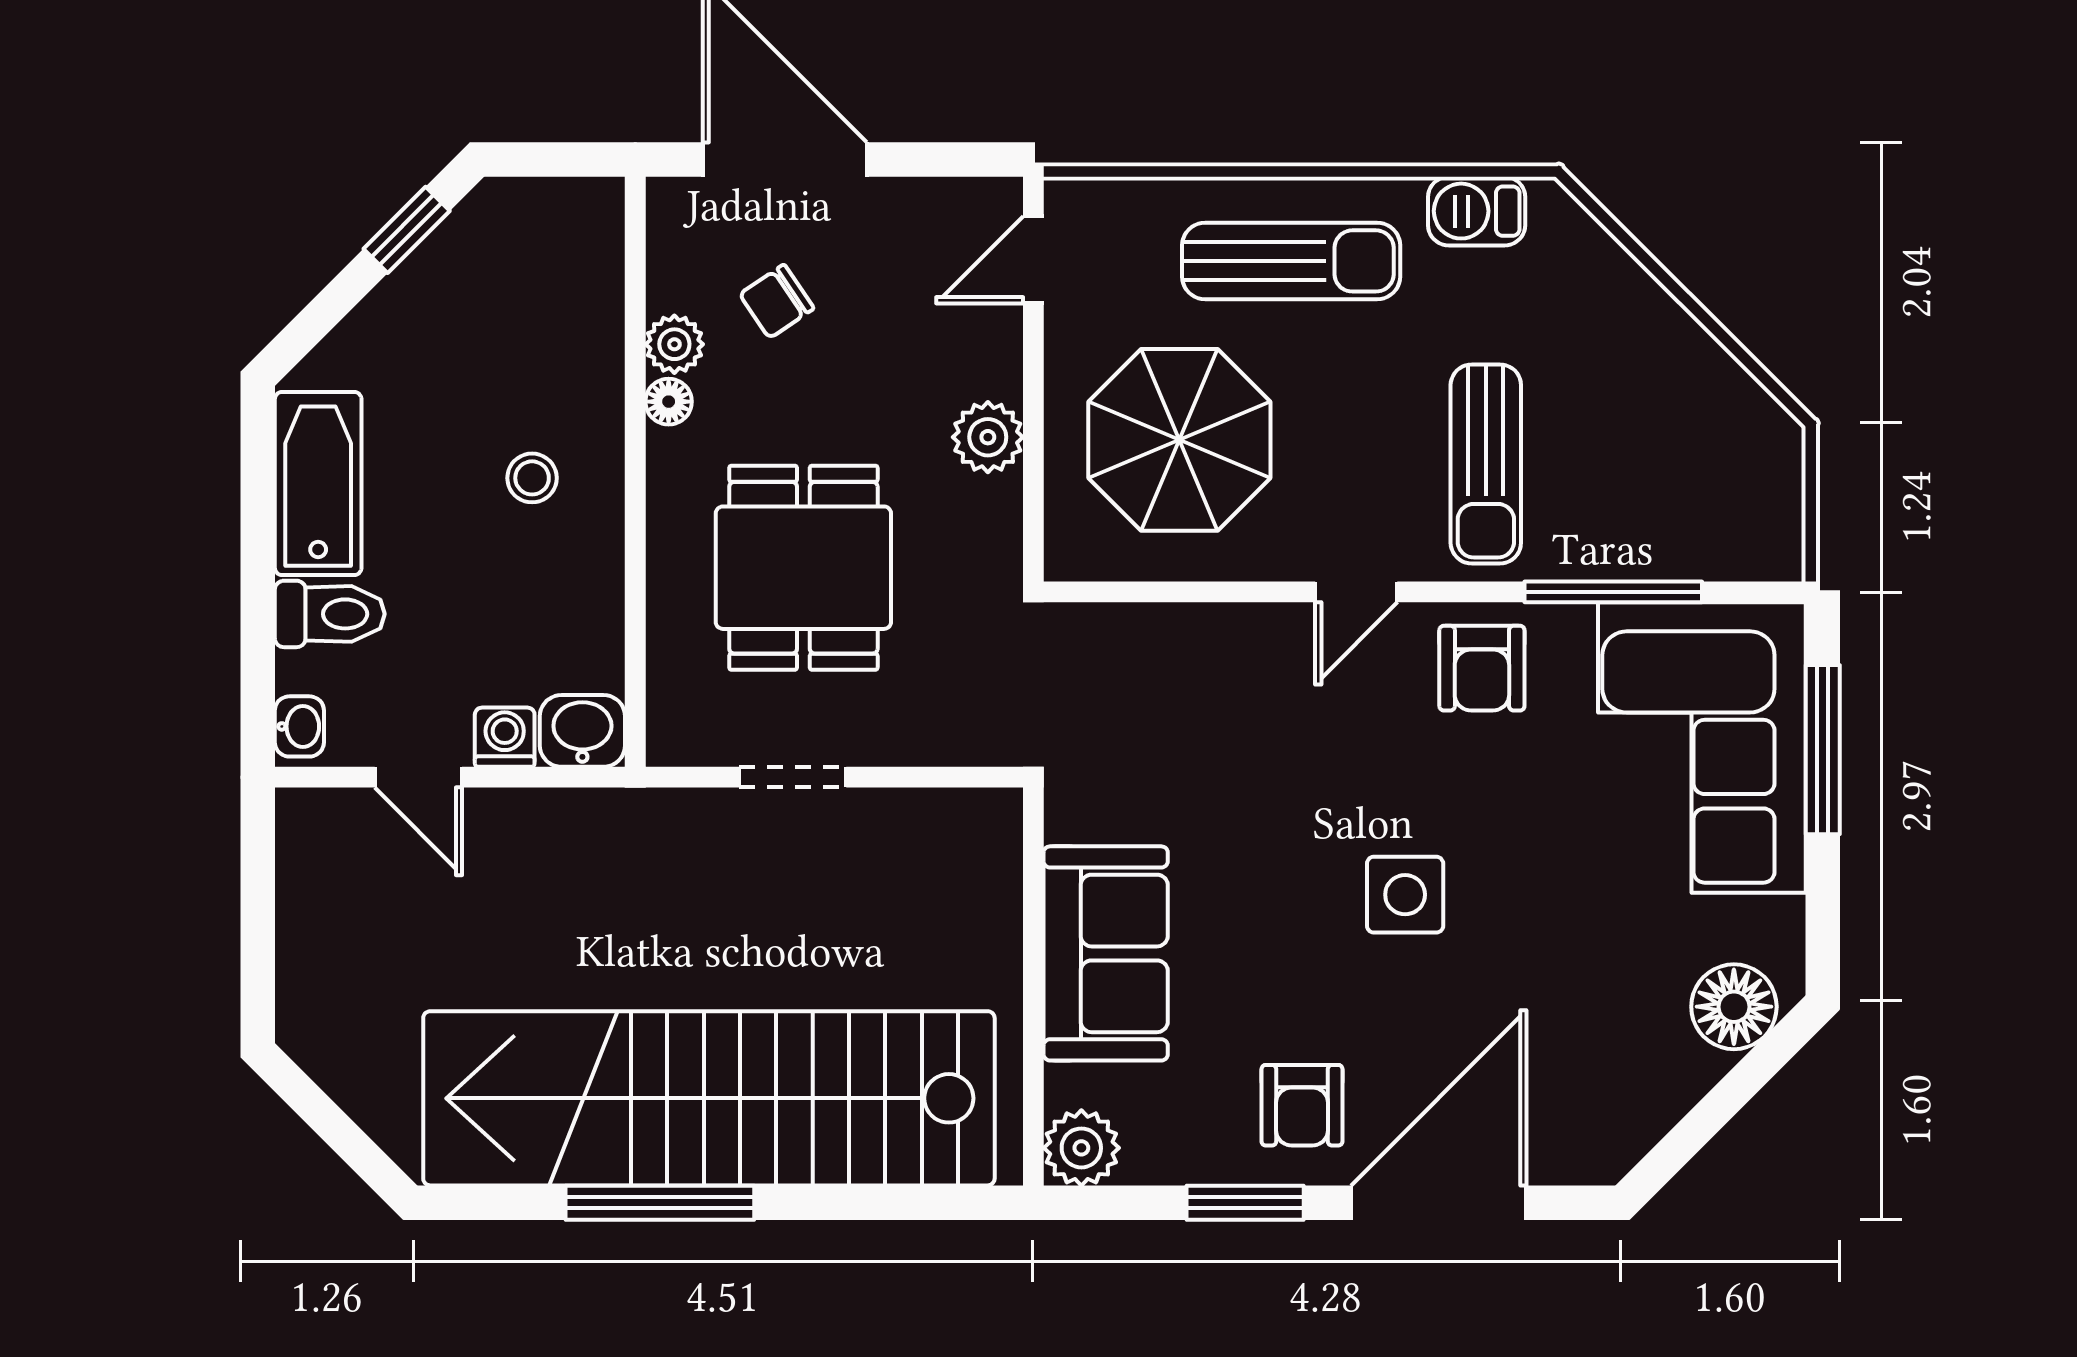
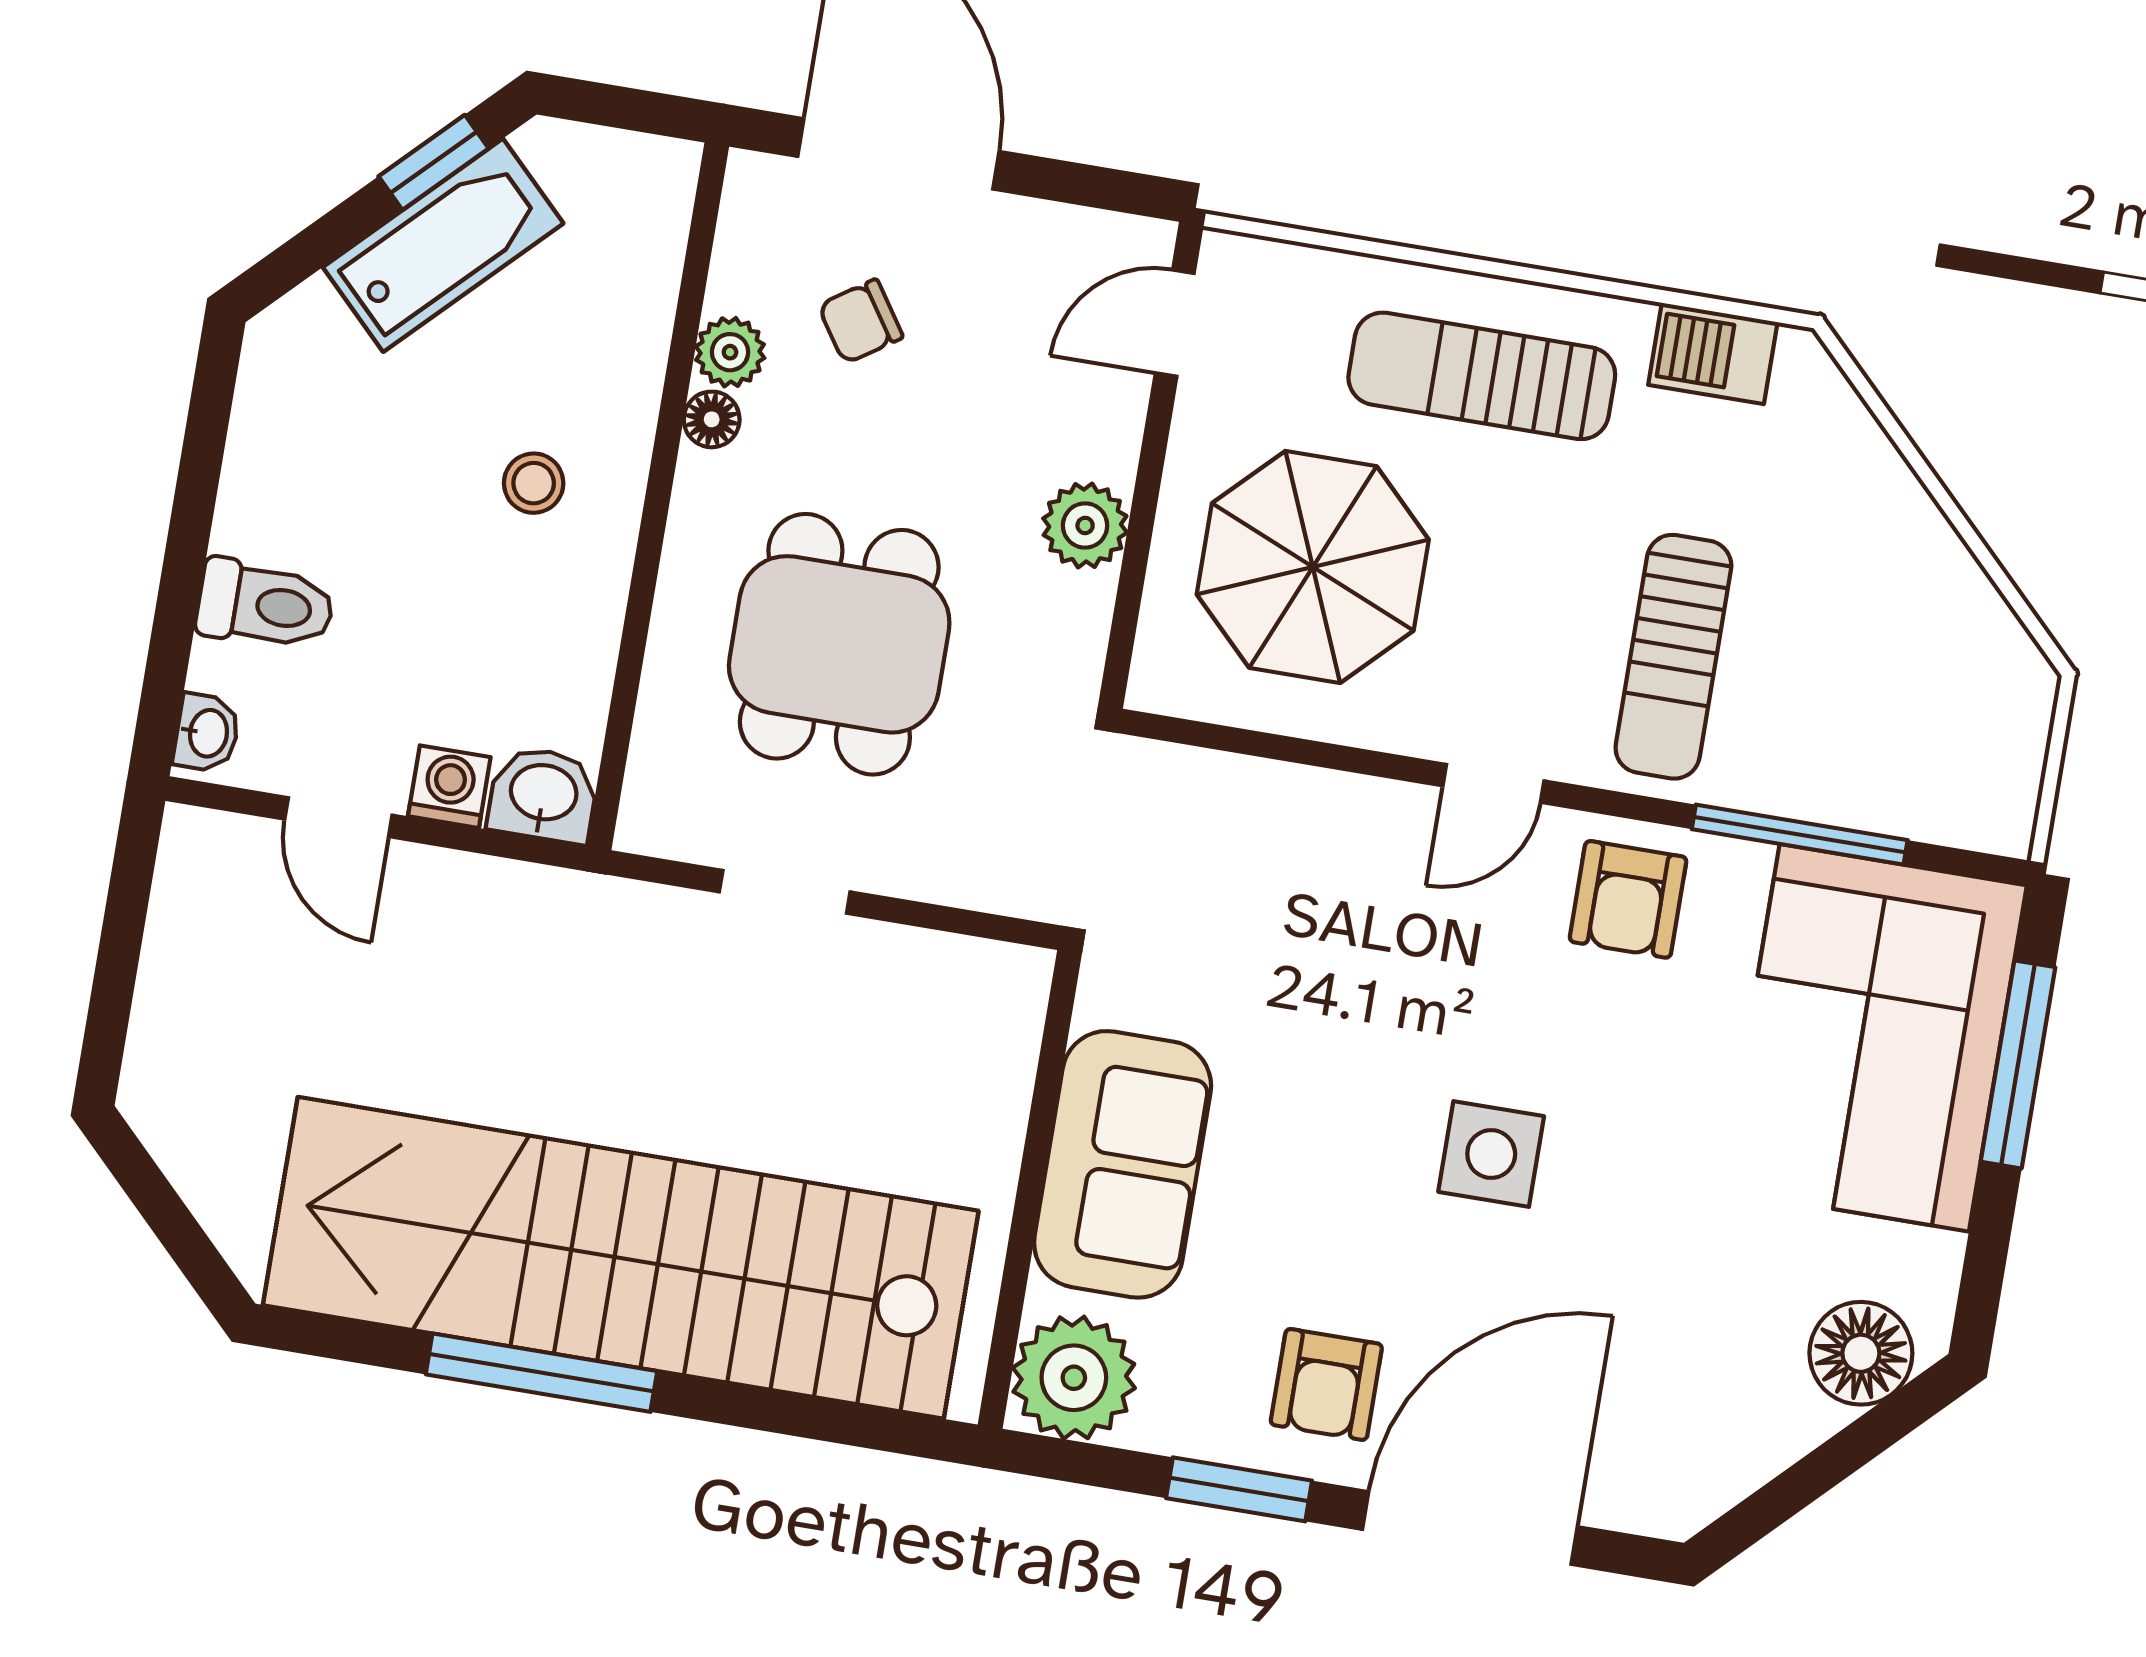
sun lounger: (1291, 261) -> (1482, 376), turned 180
bathtub: (318, 483) -> (443, 245), moved, turned 45
plant: (1081, 1148) -> (1074, 1378), width x1.36, depth x1.36

